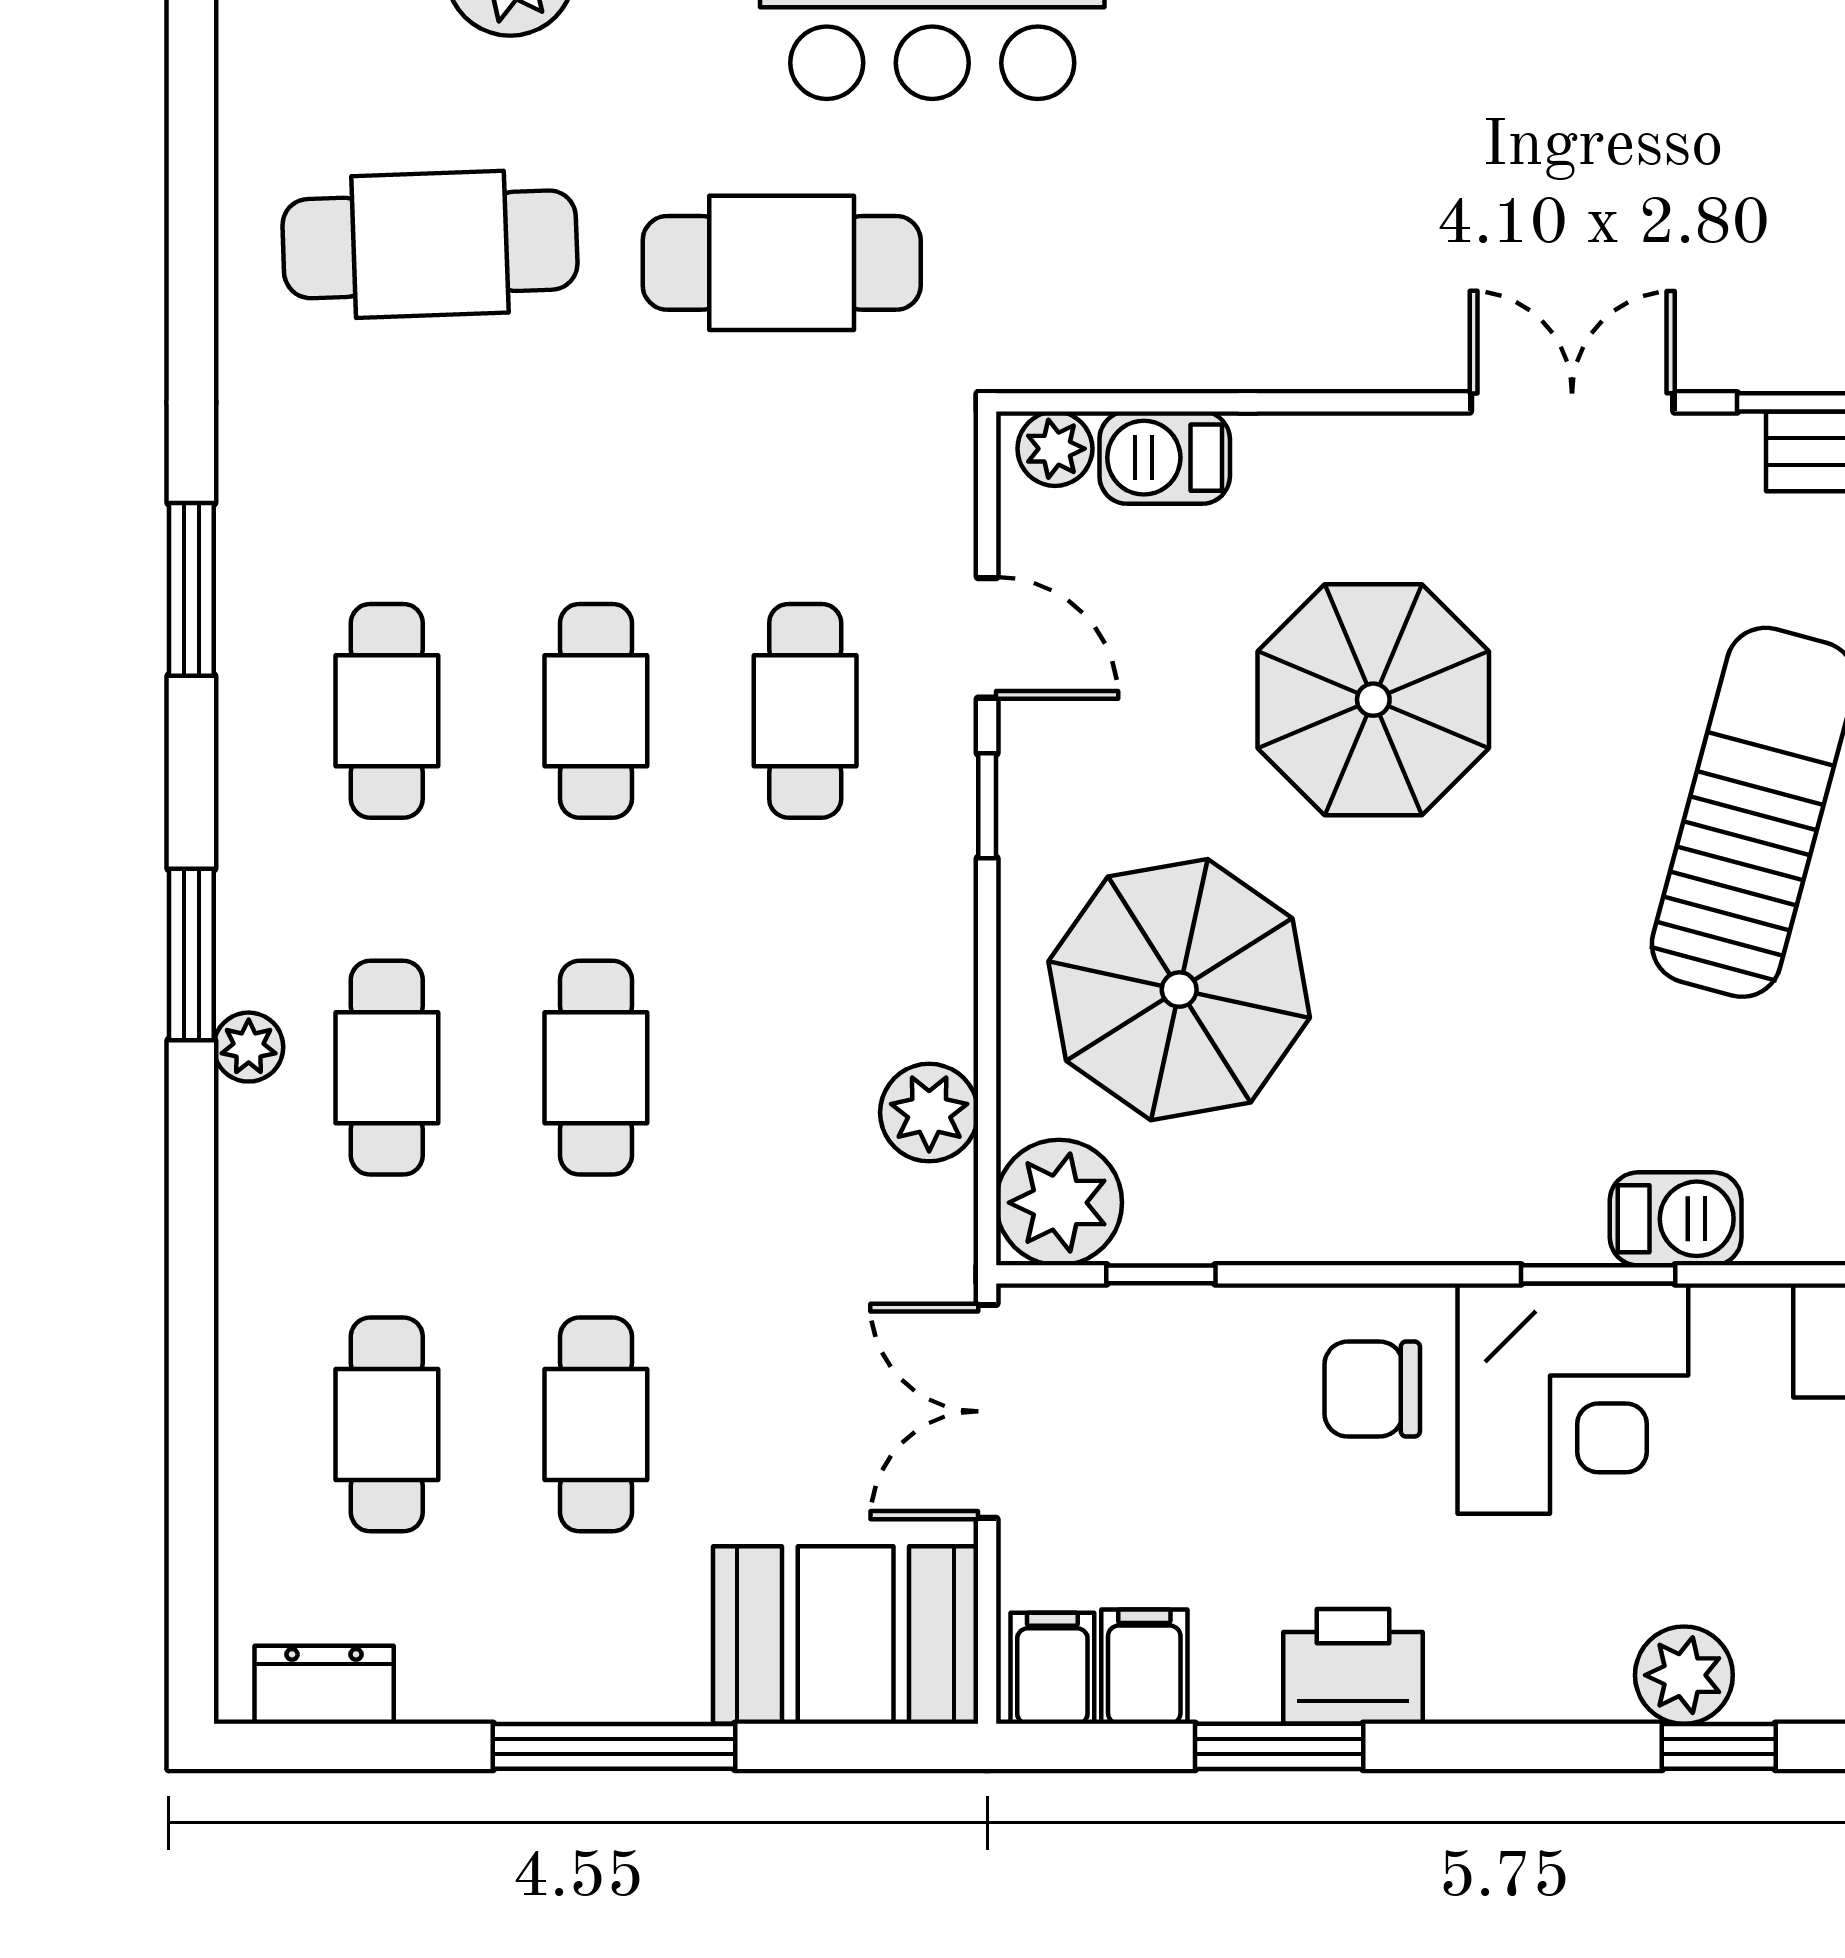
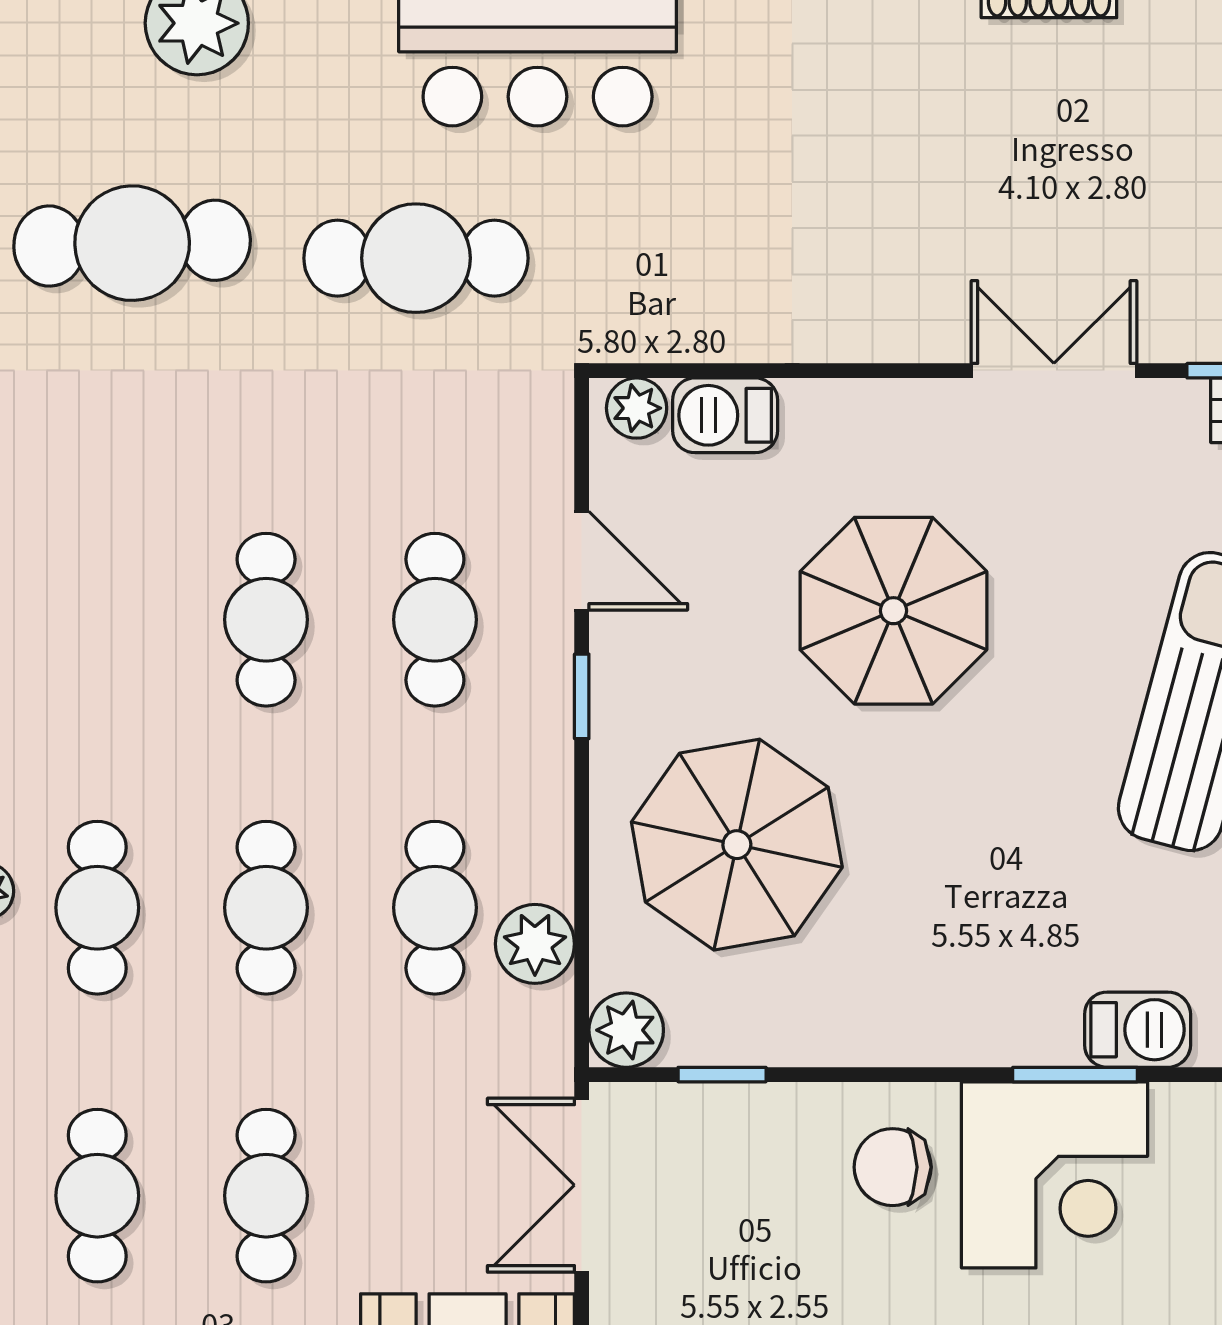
cafe table: (387, 711) -> (435, 908), moved
plant: (1059, 1203) -> (626, 1030), width x0.73, depth x0.73

